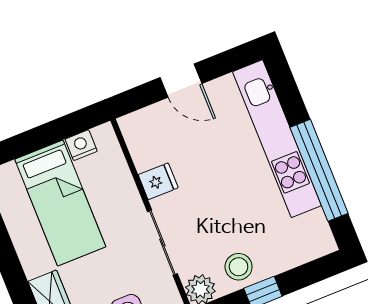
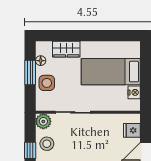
fridge: (158, 181) -> (132, 130), moved, turned 90

